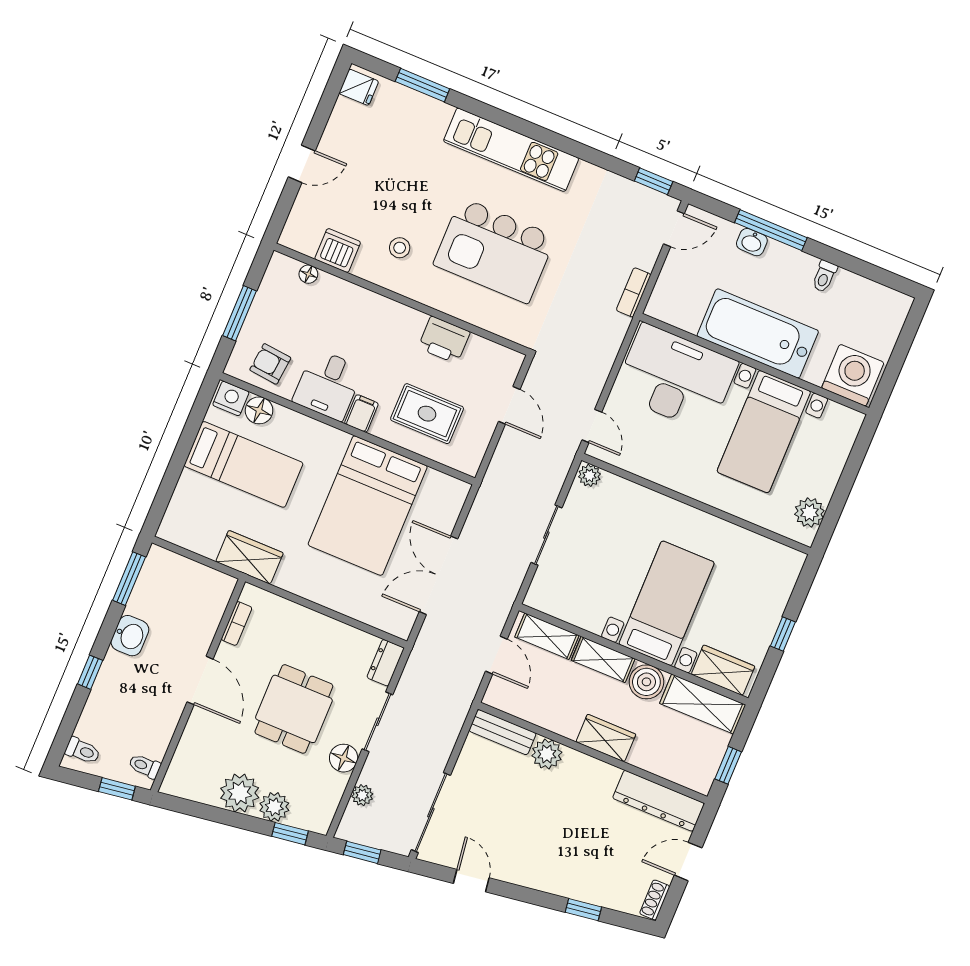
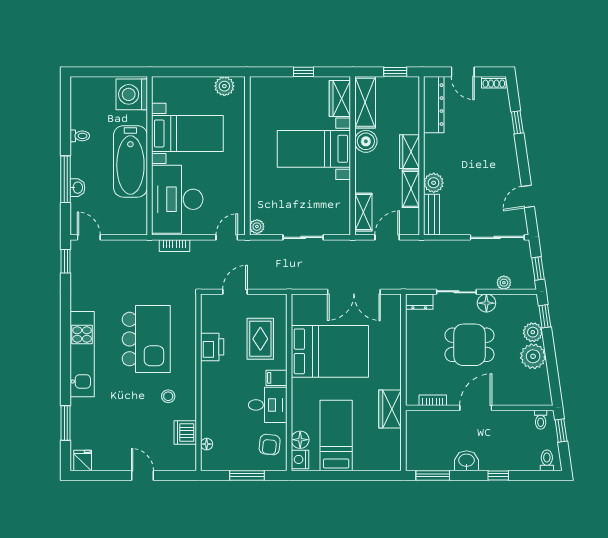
bookcase: (634, 292) -> (174, 246), moved
shelving: (603, 659) -> (411, 189), moved

